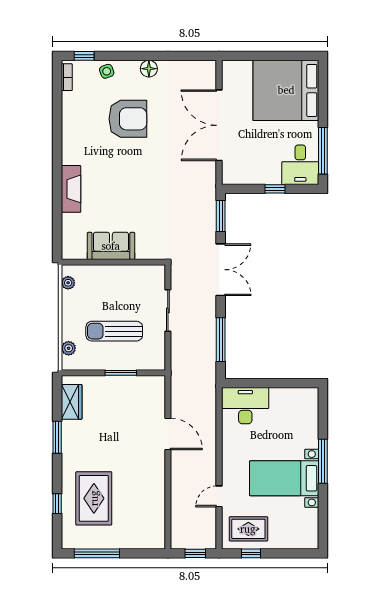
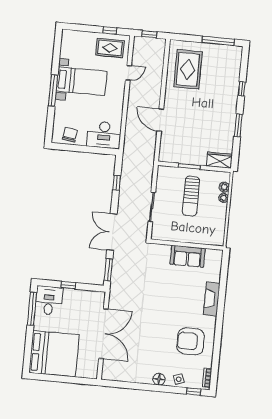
floor lamp: (149, 69) -> (159, 379), moved
armchair: (128, 119) -> (191, 341), moved
plant: (68, 283) -> (224, 198), moved
sun lounger: (114, 331) -> (191, 196), turned 90
window: (221, 340) -> (117, 183), width x0.46
chair: (293, 401) -> (70, 135), added
wardrobe: (72, 402) -> (219, 160), moved, turned 90
rug: (94, 498) -> (188, 69), moved
window: (57, 504) -> (242, 89), moved

